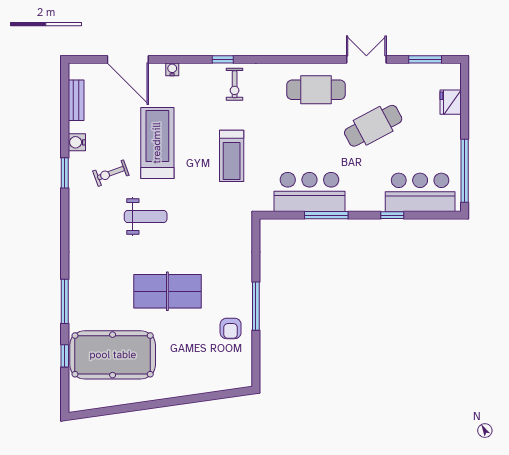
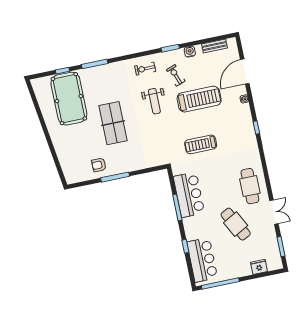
exercise bike: (235, 84) -> (145, 69), moved

